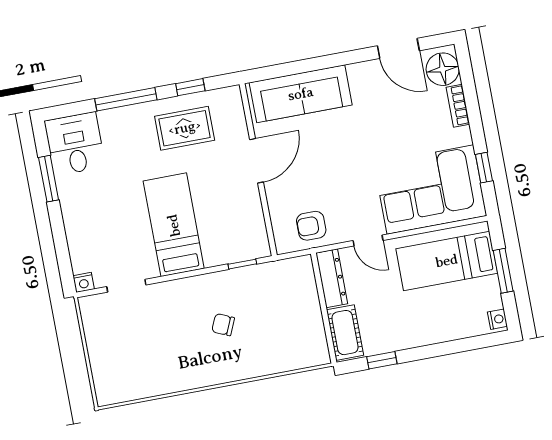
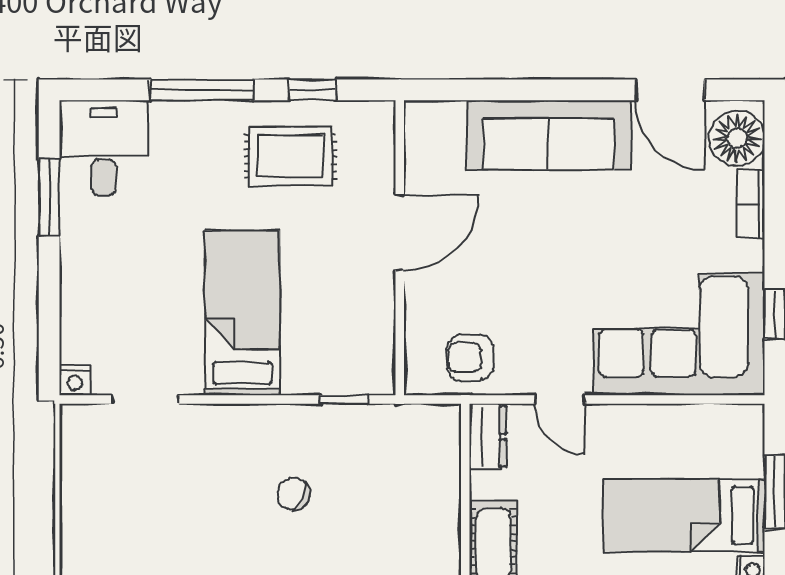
sofa: (301, 94) -> (548, 135), moved
bed: (447, 261) -> (684, 516), moved
dresser: (332, 278) -> (488, 436), width x0.70

